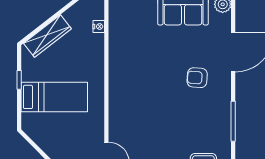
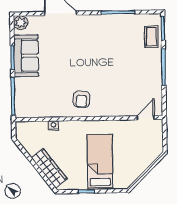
nightstand: (99, 26) -> (53, 126), moved
armchair: (197, 78) -> (82, 99), moved

